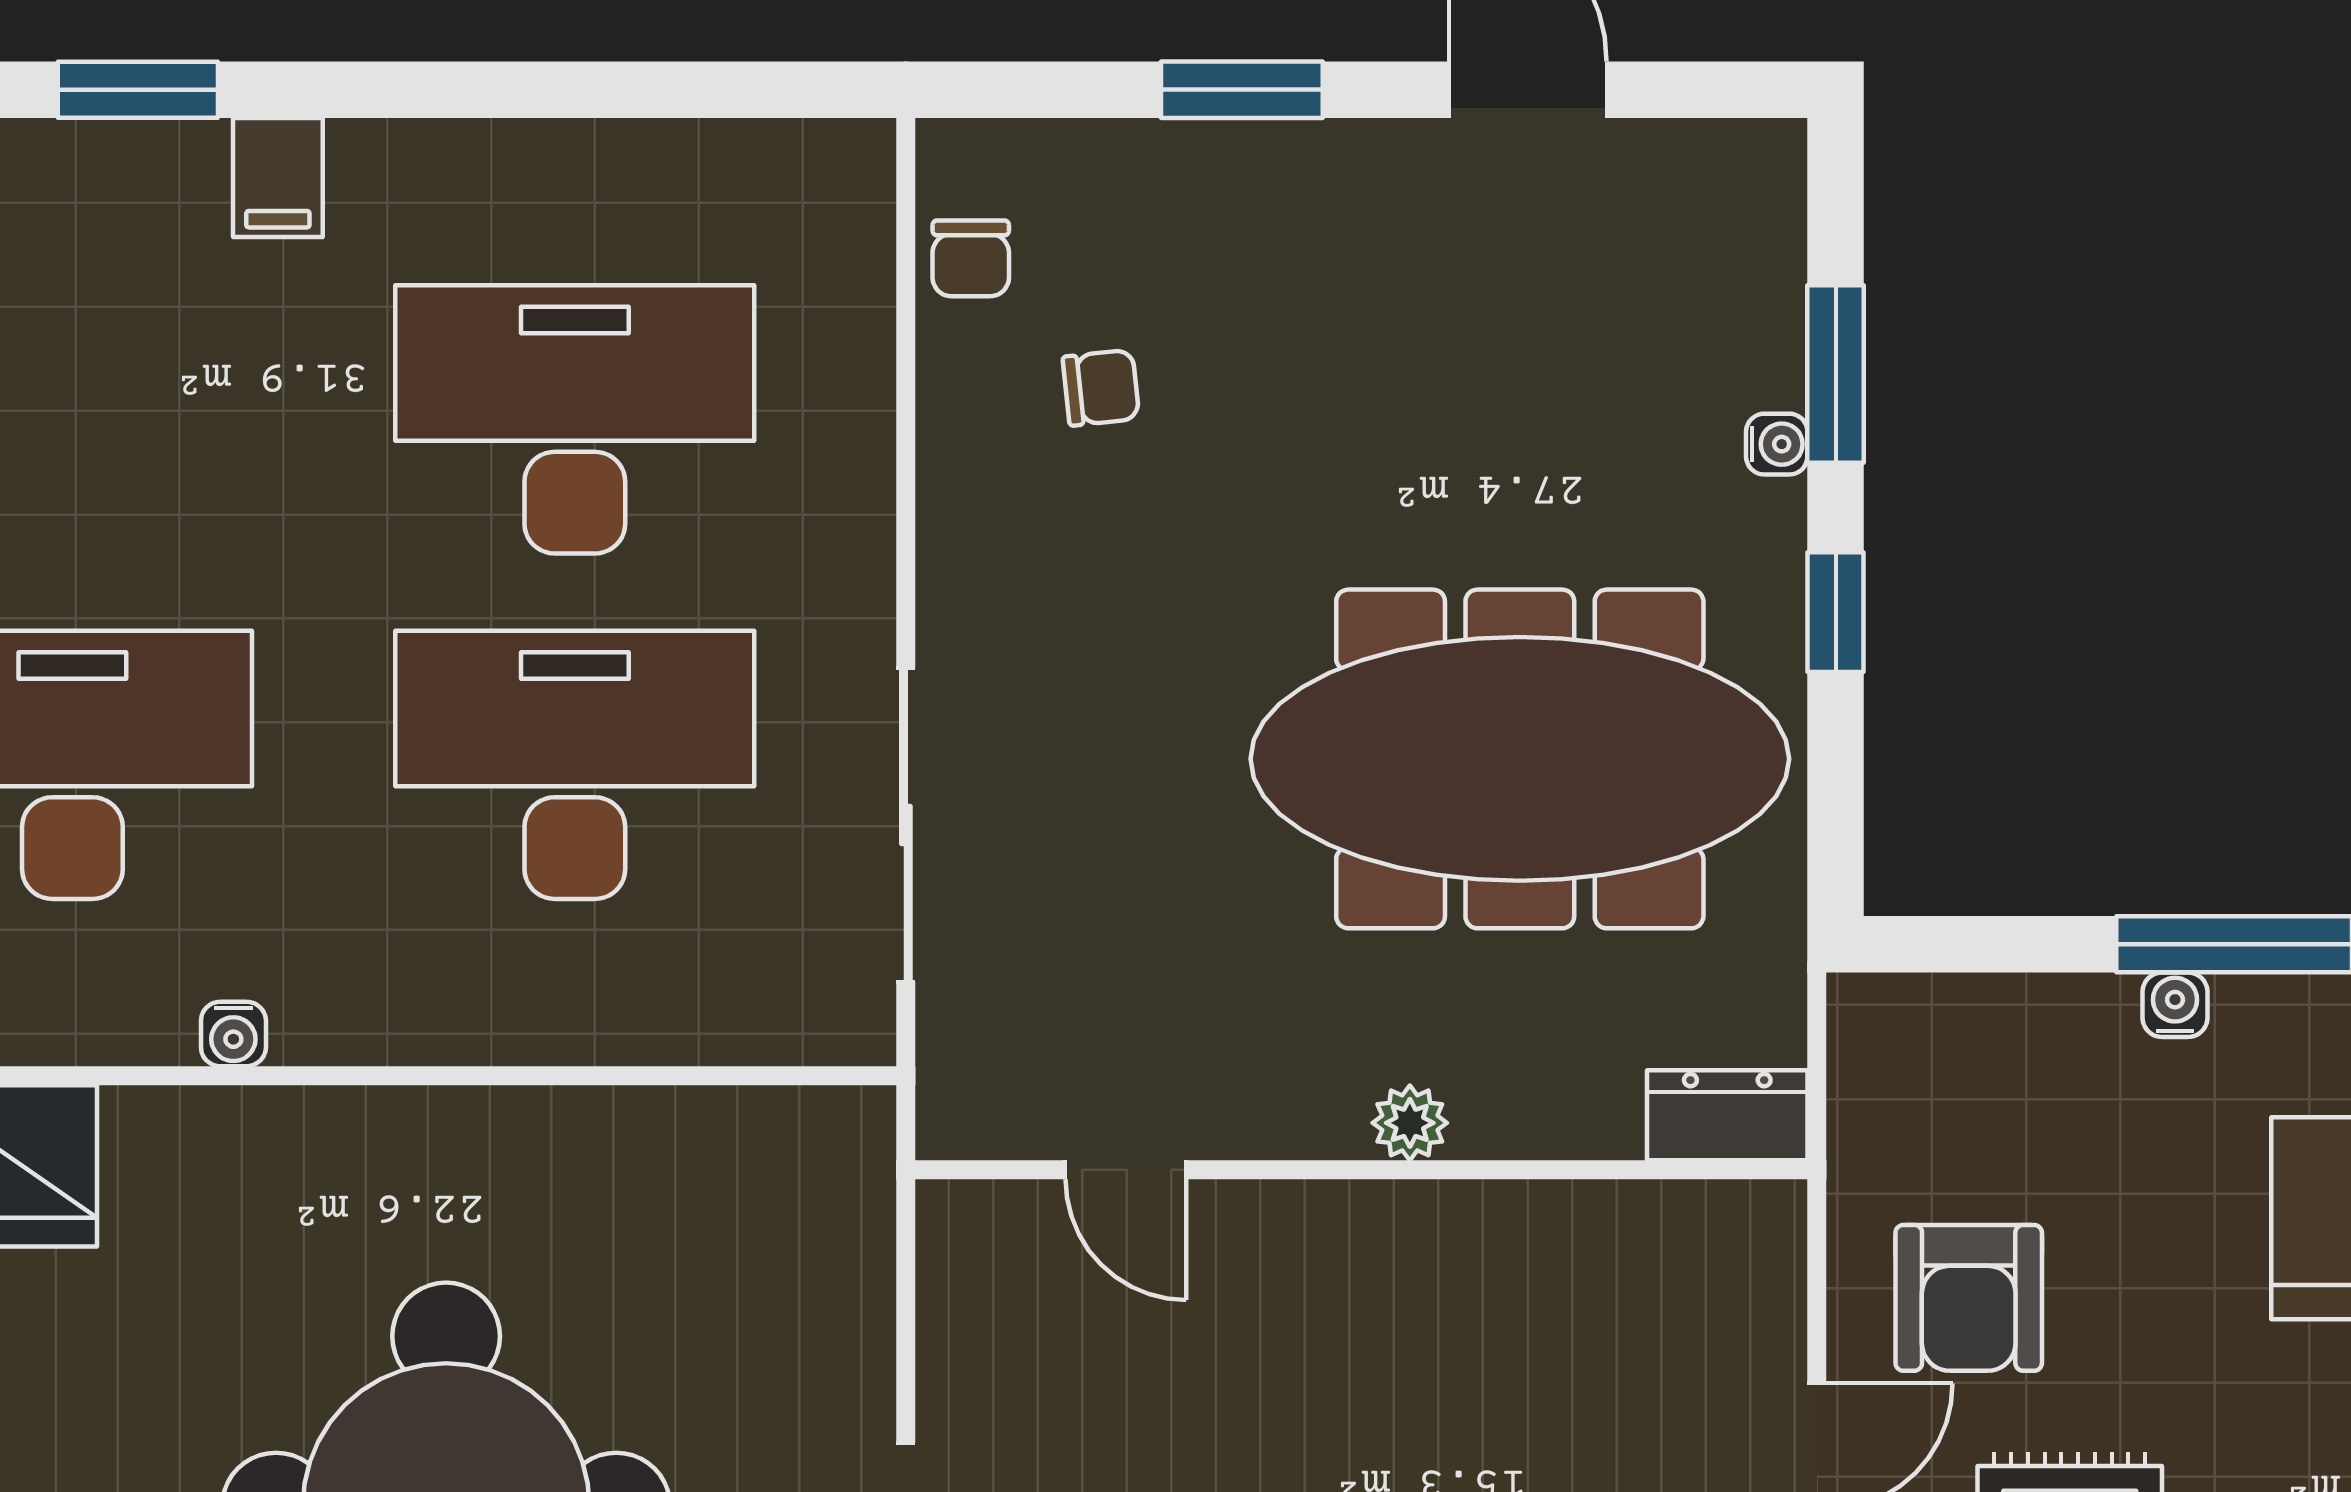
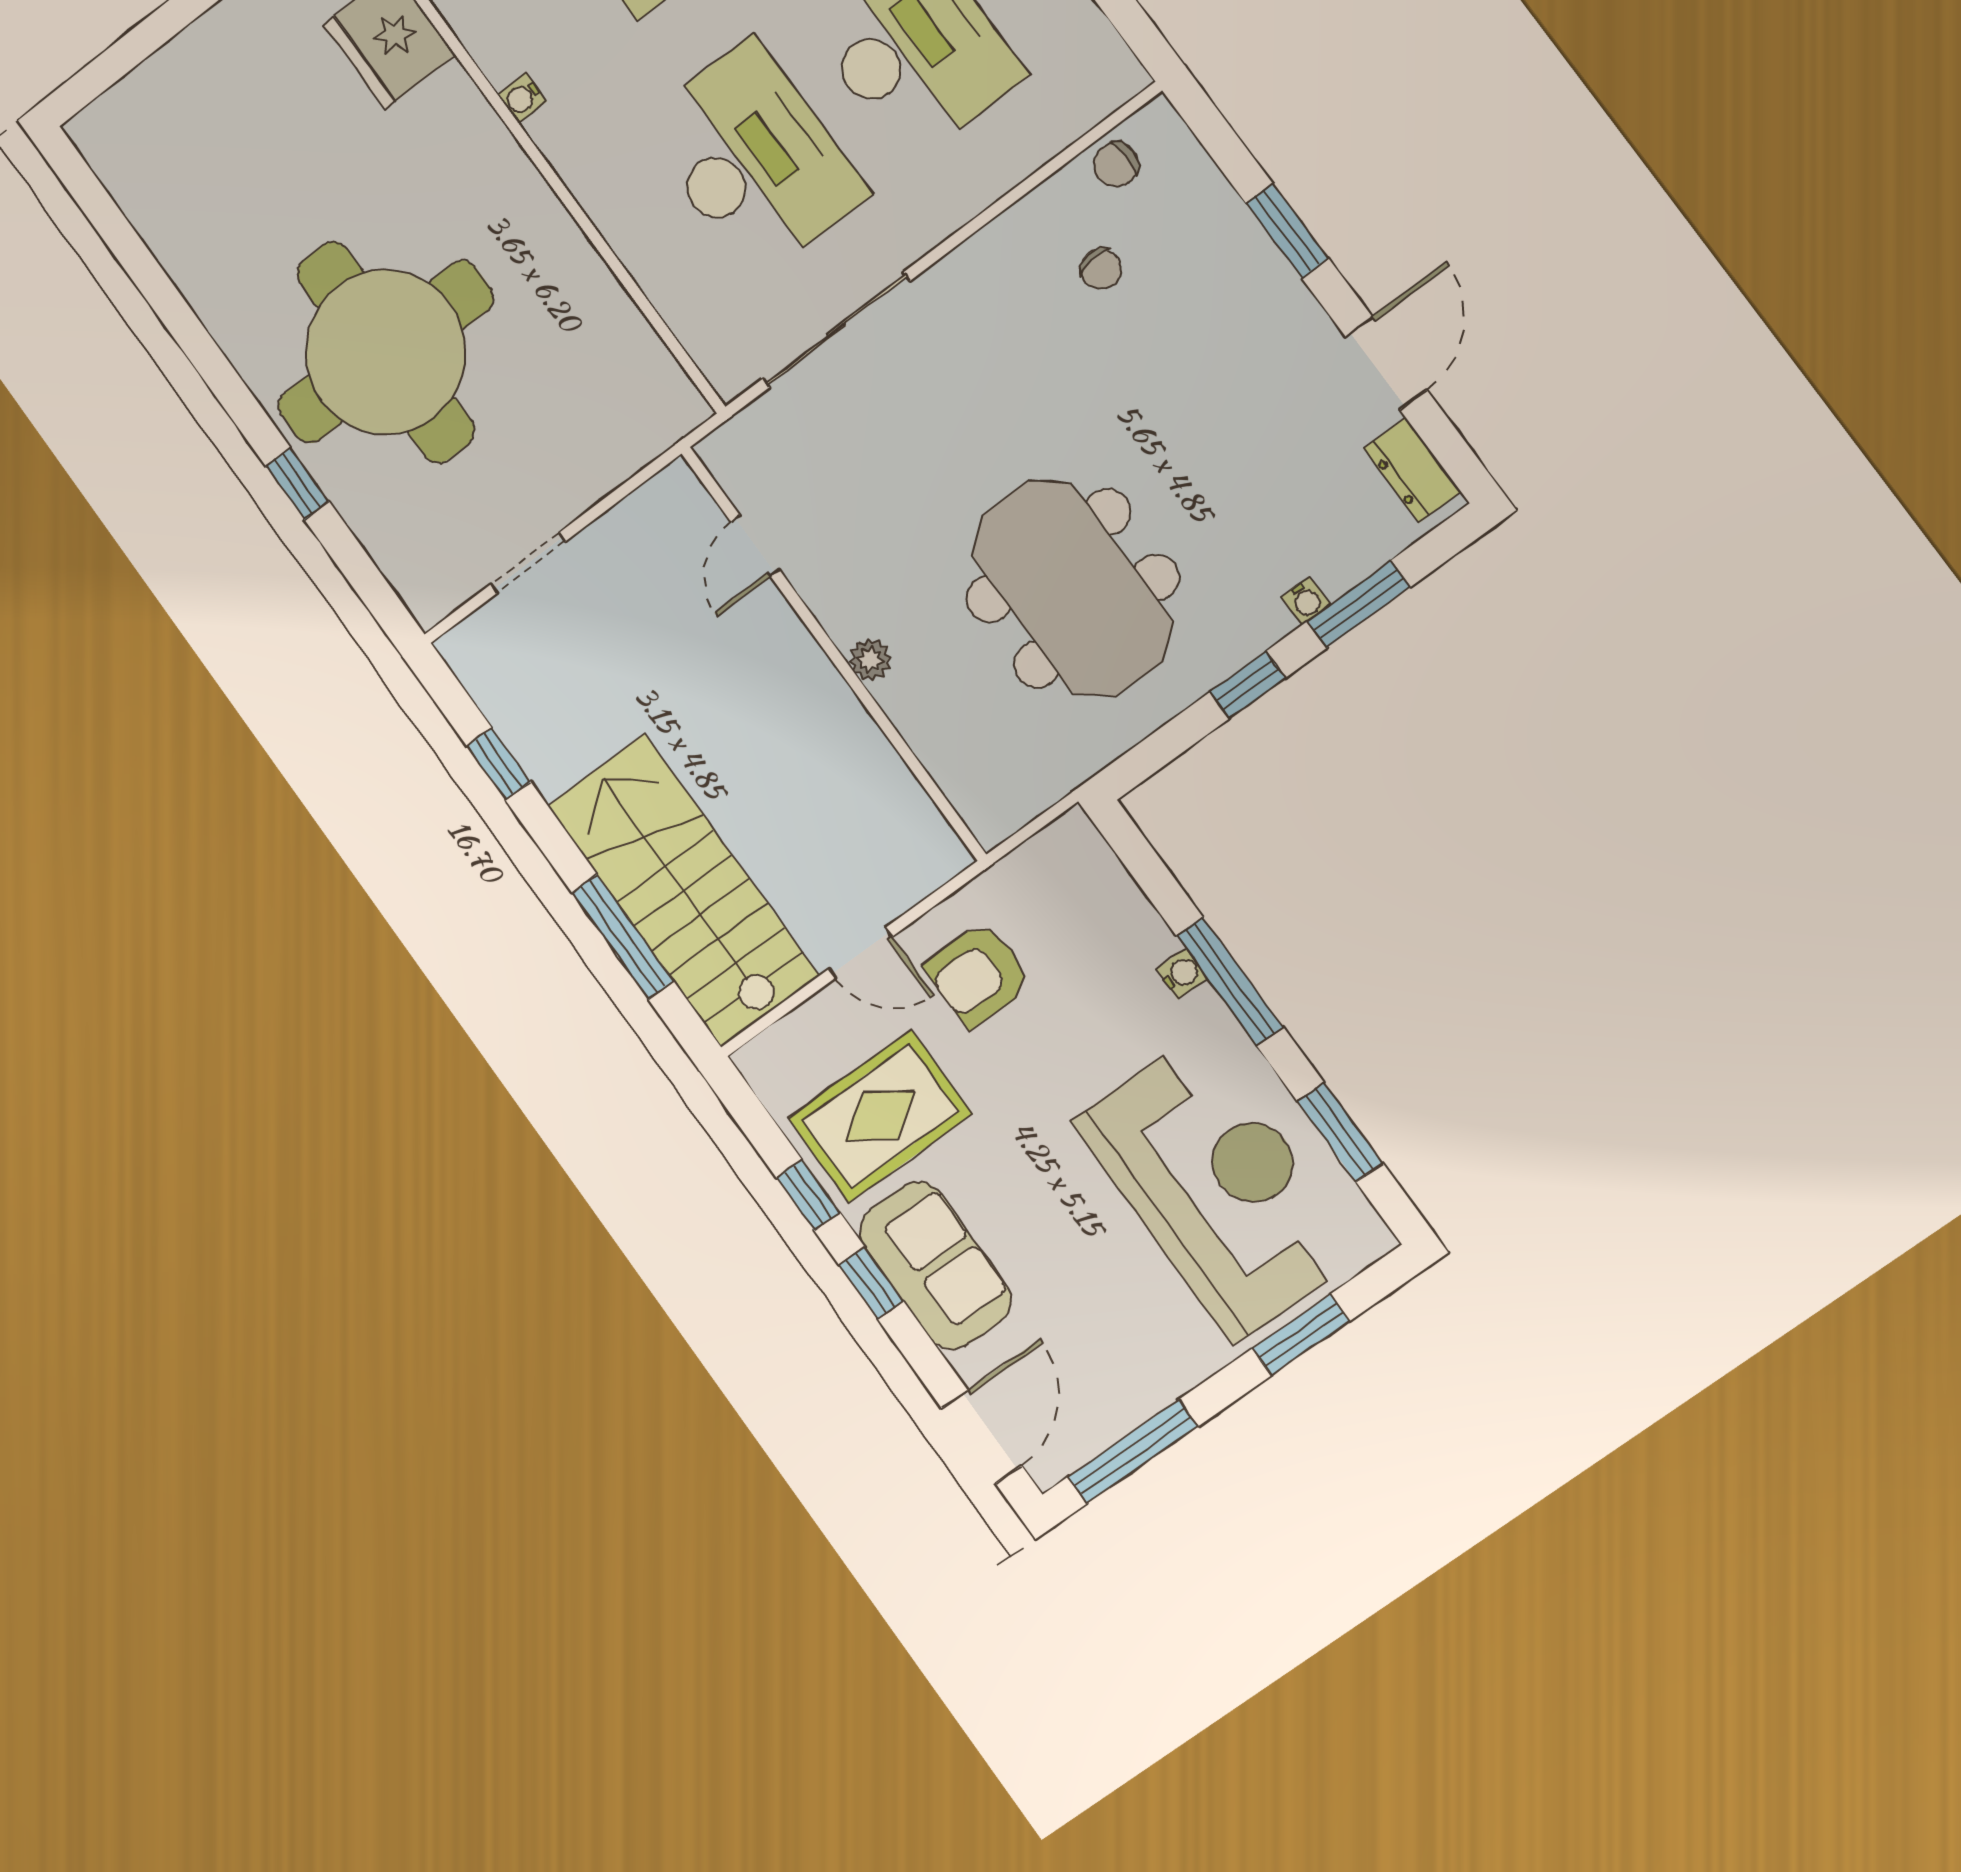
meeting table: (1520, 759) -> (1072, 588), width x0.73
dresser: (1727, 1115) -> (1412, 470), moved, turned 180

